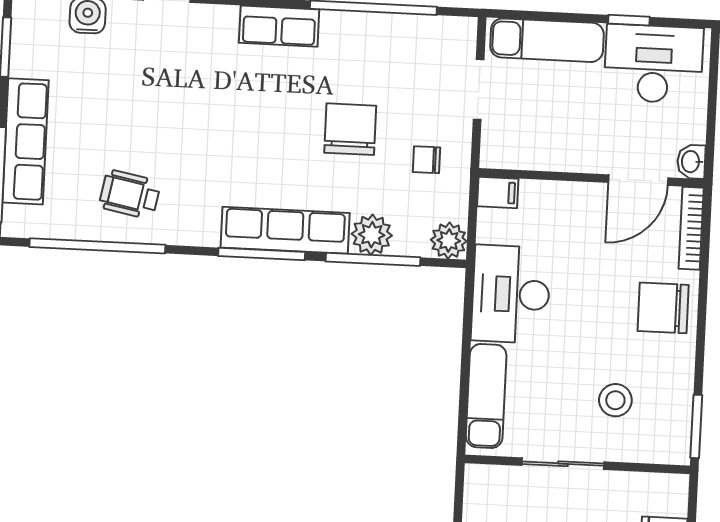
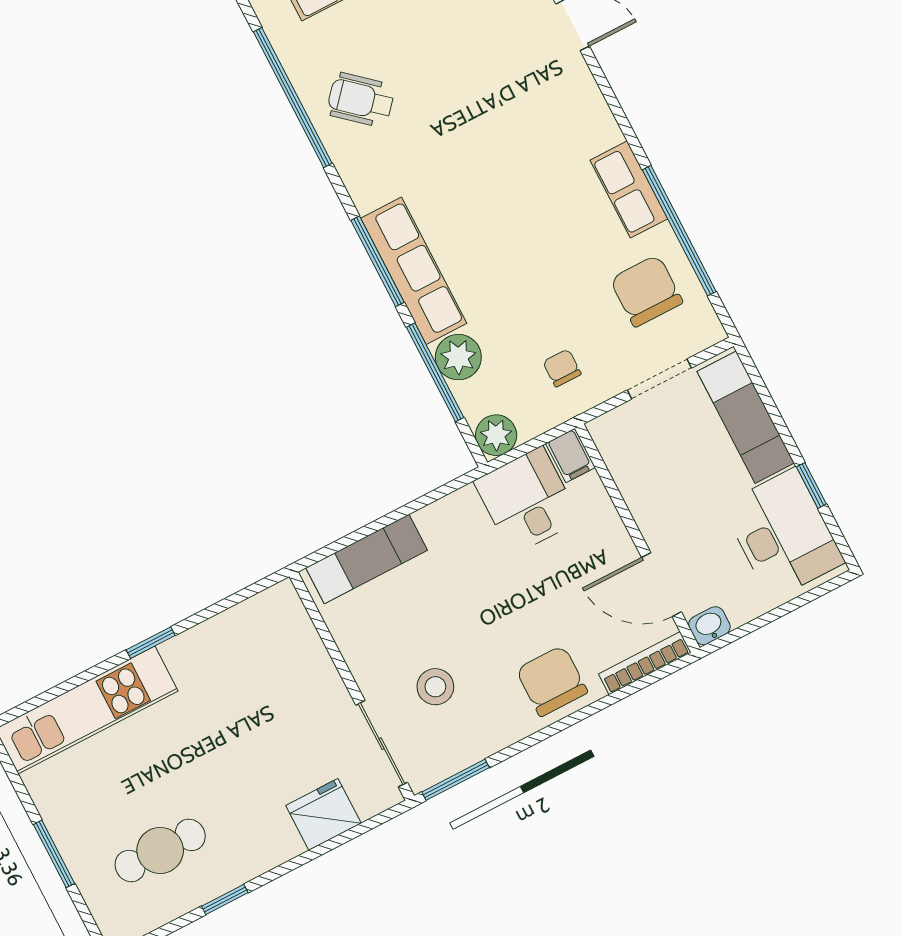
row of seats: (279, 26) -> (629, 189), moved
chair: (350, 129) -> (646, 291), moved, turned -90
wheelchair: (130, 194) -> (361, 100), turned -60
desk: (511, 294) -> (527, 501), moved, width x0.73
sliding door: (563, 464) -> (382, 744), moved

